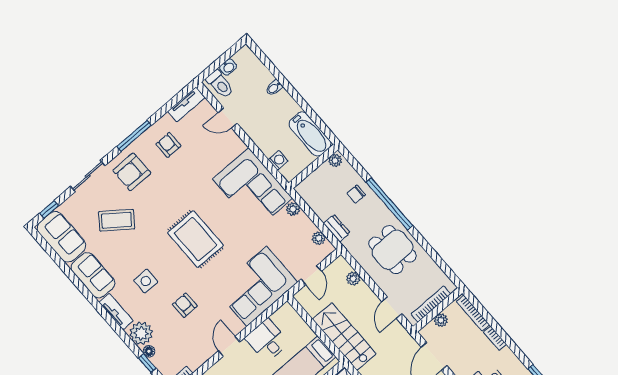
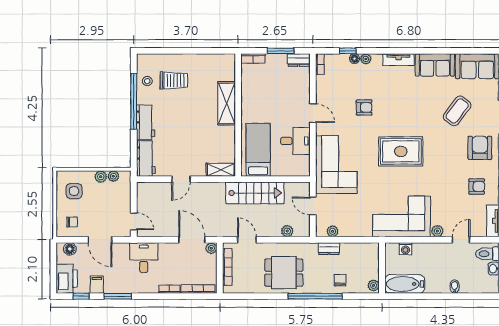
plant: (293, 209) -> (437, 231), moved
side table: (146, 281) -> (402, 96), removed
plant: (441, 320) -> (211, 248), moved
plant: (141, 333) -> (366, 59), width x0.53, depth x0.53

